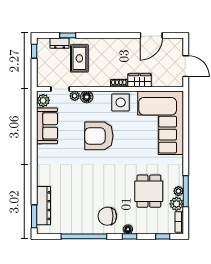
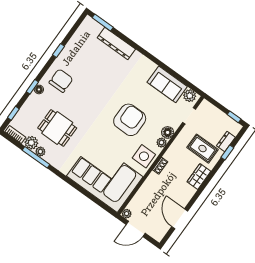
wardrobe: (140, 80) -> (199, 177), moved, turned 180
plant: (179, 82) -> (127, 214), added
plant: (75, 96) -> (162, 143), moved
dresser: (44, 206) -> (116, 43), moved
window: (84, 236) -> (58, 51), width x0.32

